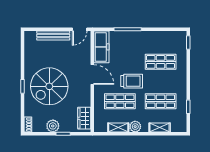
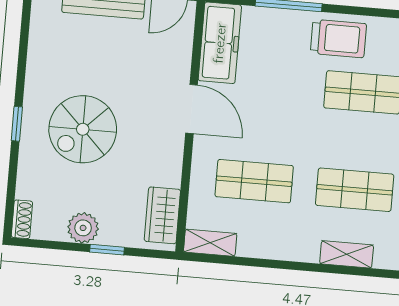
trolley: (132, 81) -> (338, 38), moved
spiral stairs: (49, 86) -> (83, 129), width x0.73, depth x0.73
plant: (135, 127) -> (287, 247), removed
shelving: (118, 128) -> (210, 243), moved

